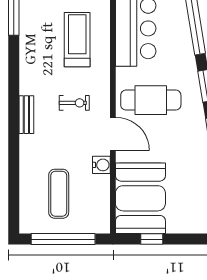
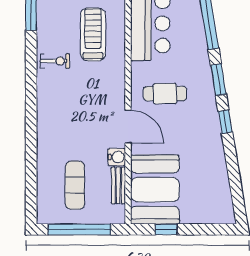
cafe table: (151, 100) -> (165, 94), width x0.73, depth x0.74
exercise bike: (74, 103) -> (55, 61), moved
bench: (26, 115) -> (118, 185), moved

